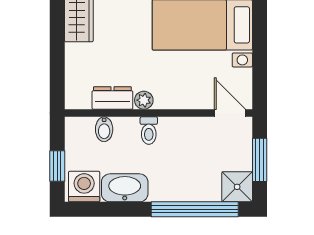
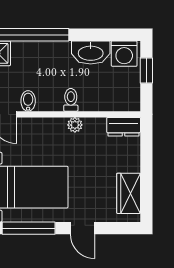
dresser: (112, 98) -> (124, 127), moved
bidet: (104, 129) -> (28, 101), moved

